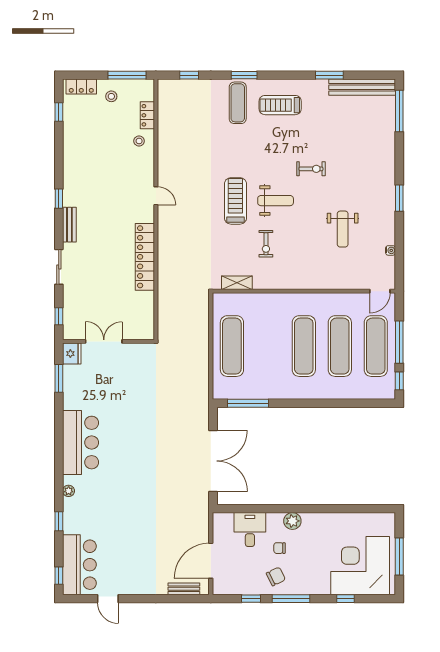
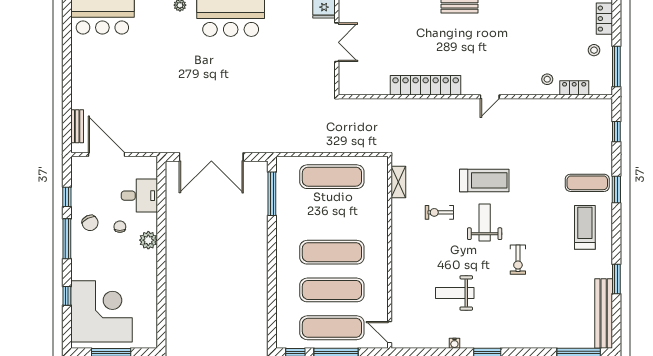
weight bench: (276, 201) -> (485, 223), turned 180
water cooler: (391, 250) -> (454, 343), moved
door: (108, 599) -> (67, 47), removed

